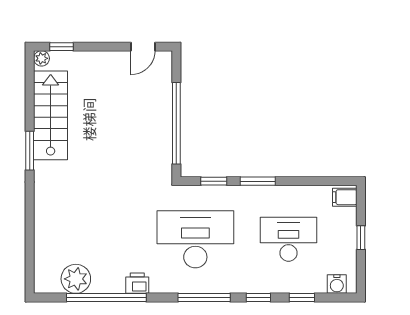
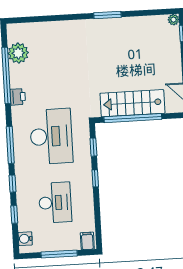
stairs: (51, 115) -> (132, 103), moved, turned 180
window: (258, 181) -> (95, 178), width x0.67
window: (361, 238) -> (59, 254), width x2.17

